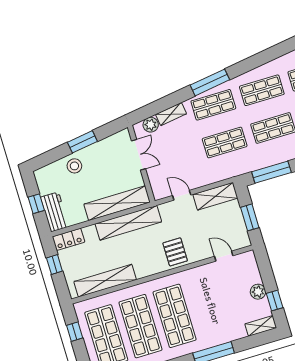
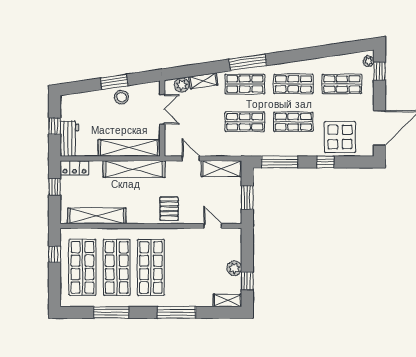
stool: (74, 166) -> (121, 97), moved

